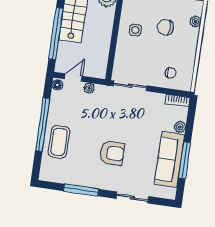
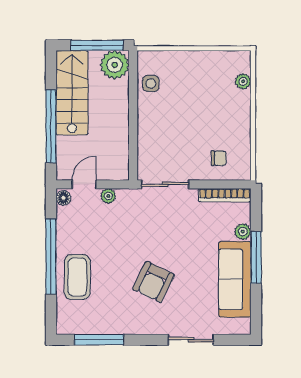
chair: (165, 27) -> (202, 96), removed
side table: (135, 30) -> (151, 83), moved
bookcase: (178, 100) -> (225, 195), width x1.56
armchair: (112, 153) -> (153, 282), turned 116
window: (184, 160) -> (256, 257), moved
window: (81, 190) -> (99, 340), moved

